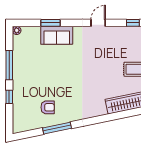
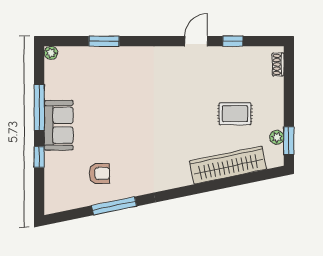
door: (98, 23) -> (196, 41), moved
sofa: (57, 35) -> (59, 125), moved, turned -90

